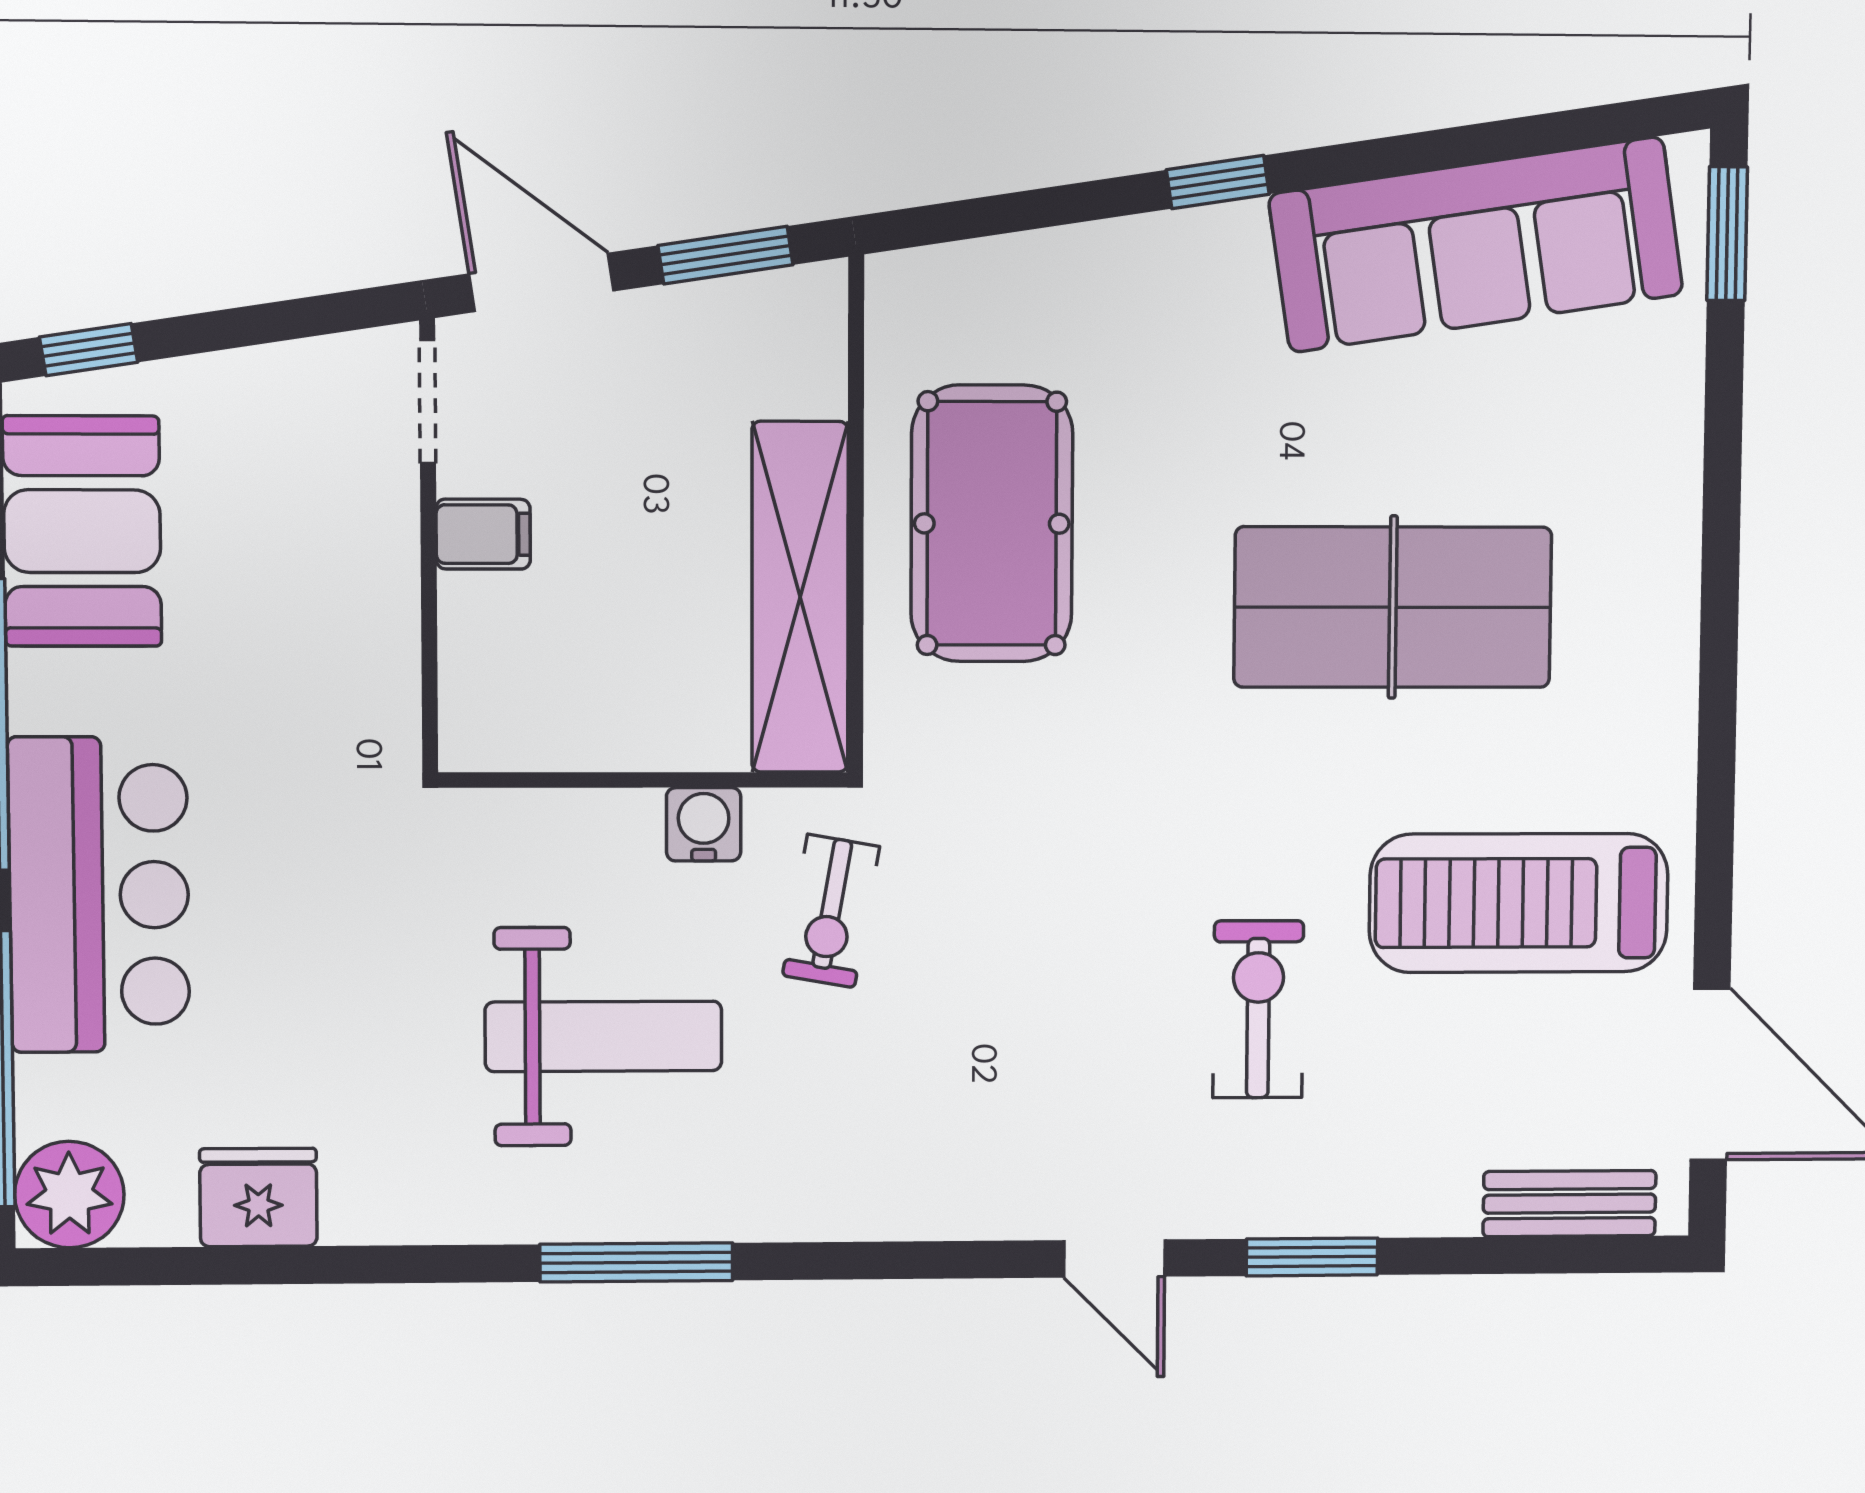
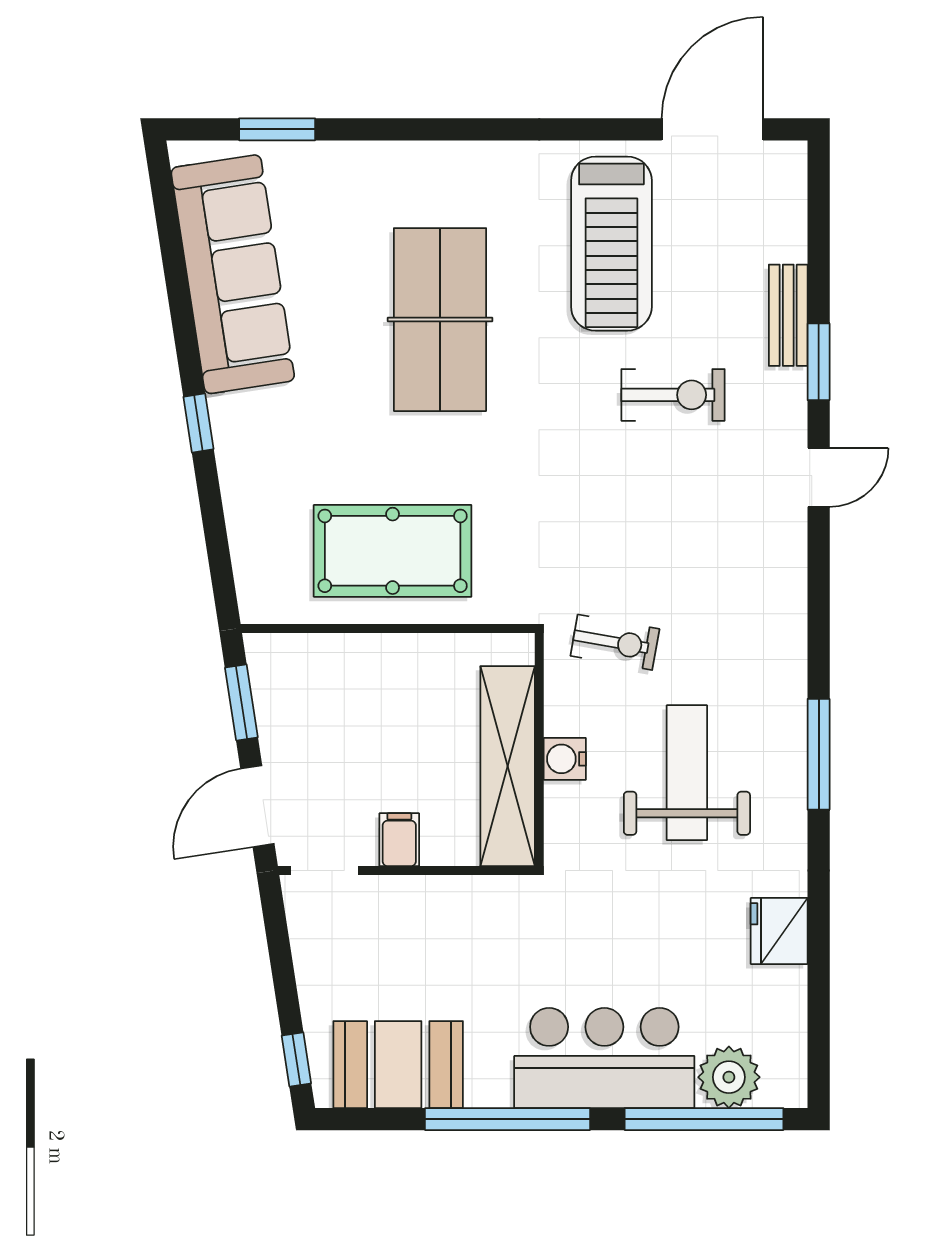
window: (1727, 234) -> (277, 129), moved
shelving: (800, 597) -> (508, 766), moved, turned 90
water cooler: (704, 824) -> (565, 759), moved
exercise bike: (1258, 1009) -> (673, 395), turned 180
plant: (69, 1195) -> (729, 1077), moved
fridge: (258, 1197) -> (779, 931), moved
bench: (1569, 1204) -> (788, 315), moved

